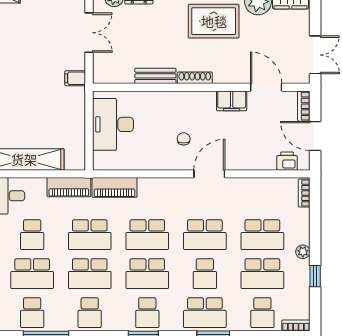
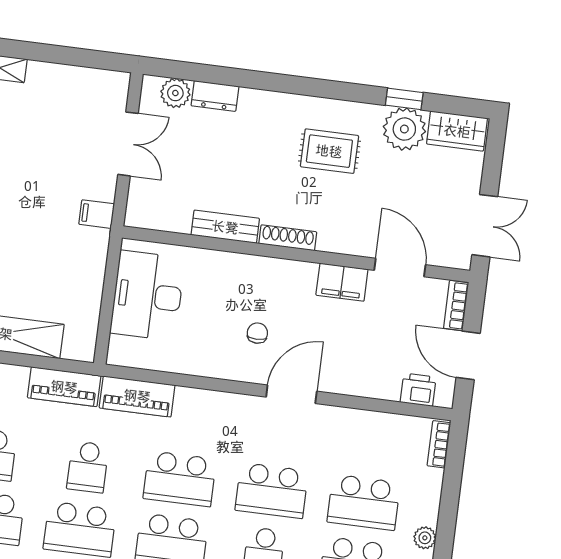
rug: (214, 21) -> (329, 151), width x0.73, depth x0.70
school desk: (90, 235) -> (88, 467), width x0.54

